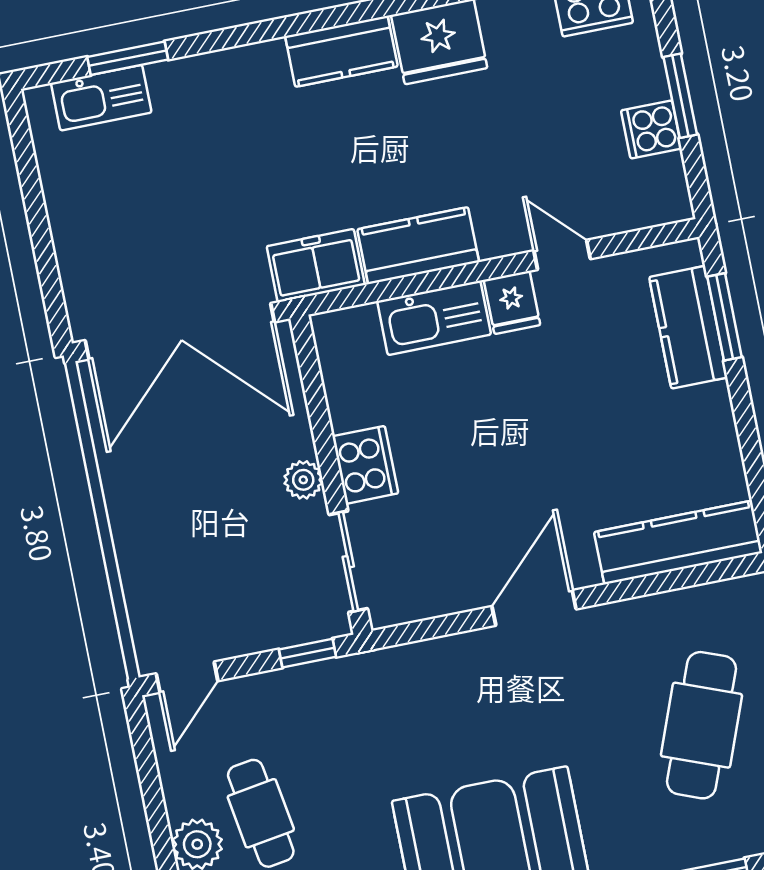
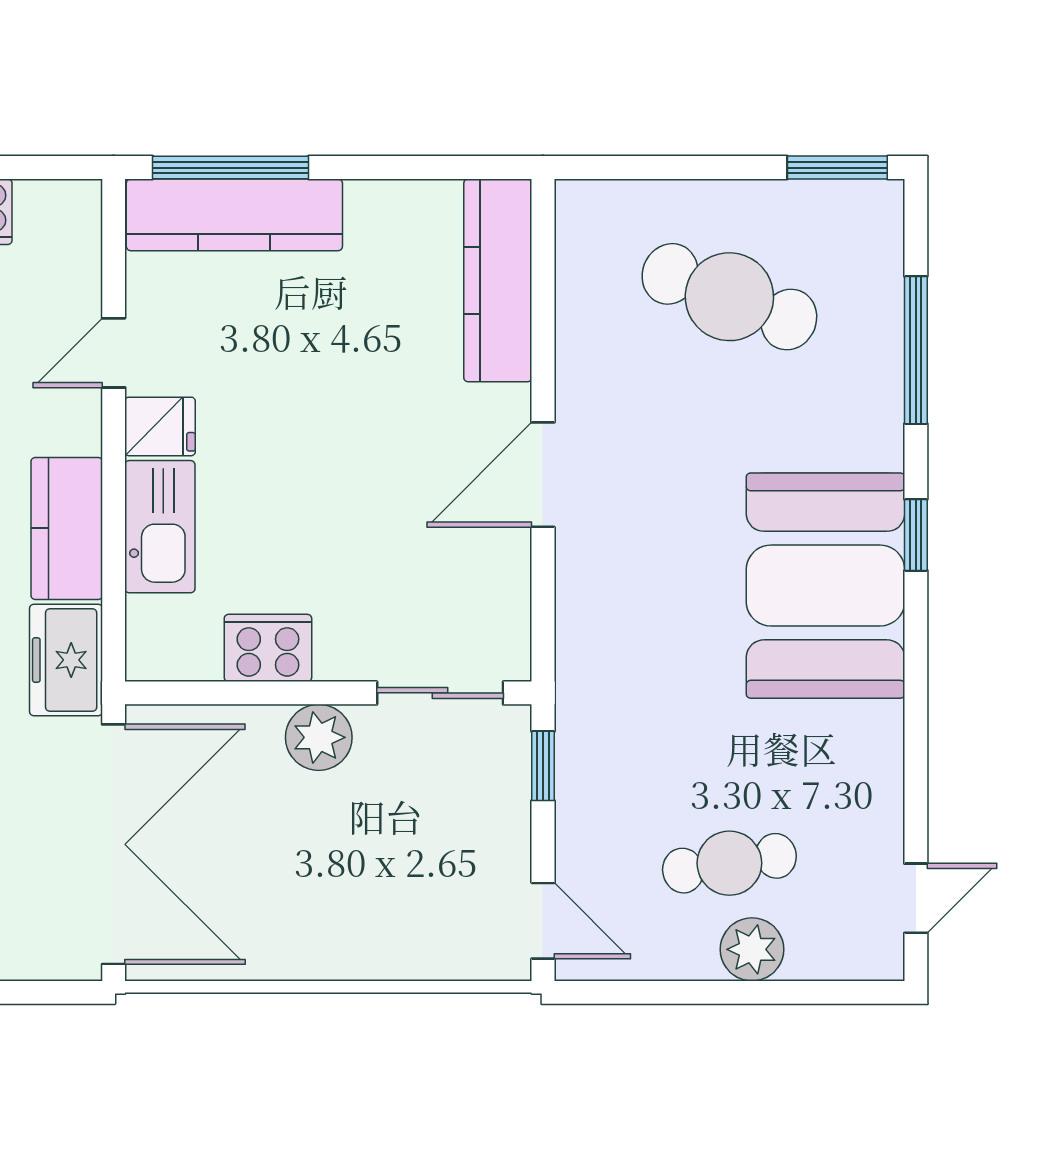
window: (724, 317) -> (230, 168), width x1.44
kitchen counter: (688, 327) -> (234, 215), width x1.50
cooker: (365, 465) -> (268, 648), moved
plant: (303, 480) -> (319, 737), width x1.38, depth x1.38
door: (534, 608) -> (543, 475), hinge flipped

